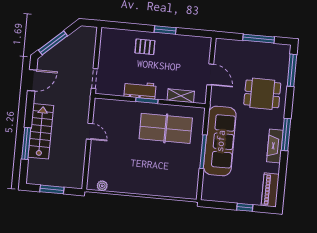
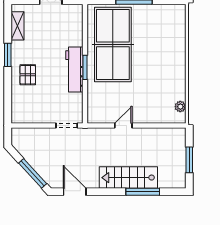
workbench: (140, 90) -> (74, 70), width x1.37
shelving: (181, 96) -> (18, 26), moved
table tennis table: (166, 128) -> (113, 44), width x1.36, depth x1.32

